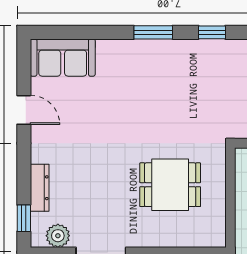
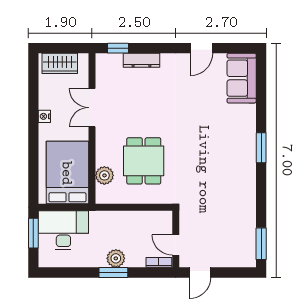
window: (212, 32) -> (261, 193), removed
plant: (58, 236) -> (104, 175), moved

